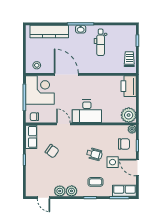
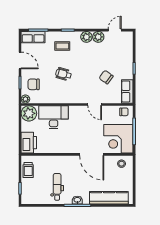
desk: (87, 111) -> (54, 117), moved
side table: (113, 162) -> (45, 66), removed
door: (44, 198) -> (115, 30), hinge flipped

